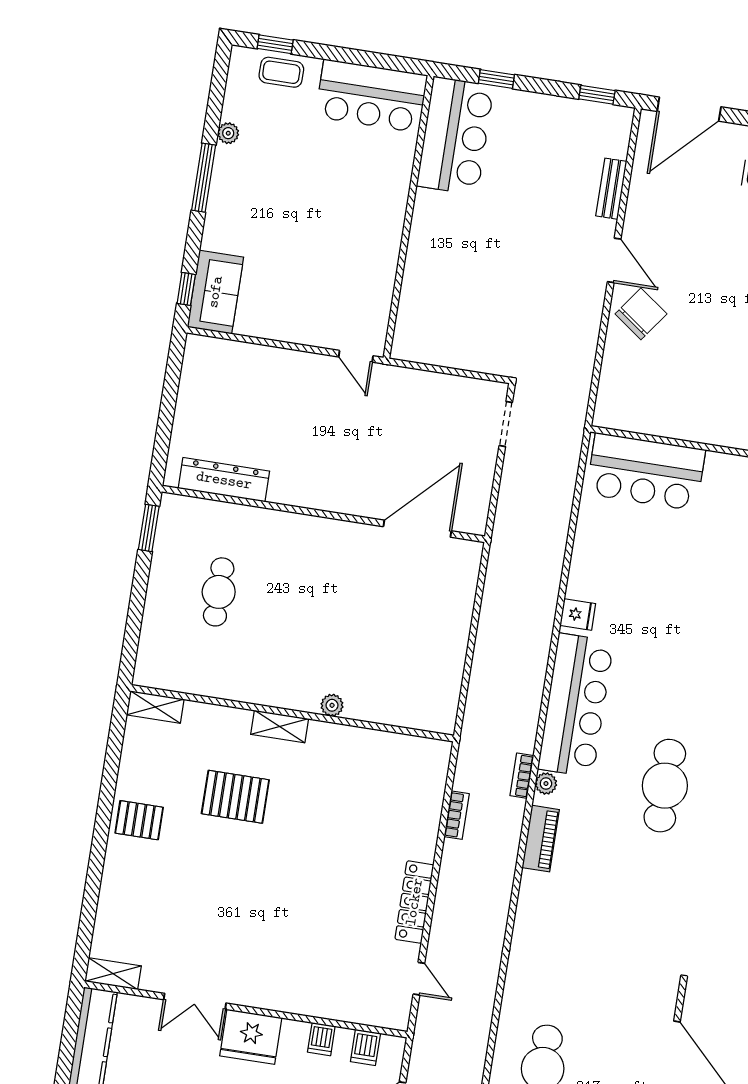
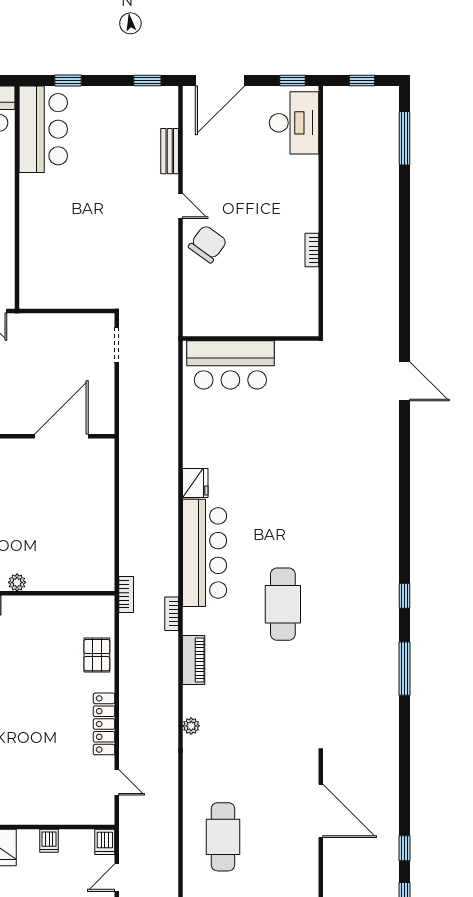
door: (614, 260) -> (181, 206), width x0.73
fridge: (578, 614) -> (195, 483), width x1.38
plant: (546, 784) -> (191, 726), moved
pallet: (419, 813) -> (97, 655), added
bookcase: (457, 815) -> (126, 594), moved
dishwasher: (365, 1047) -> (105, 842), moved

